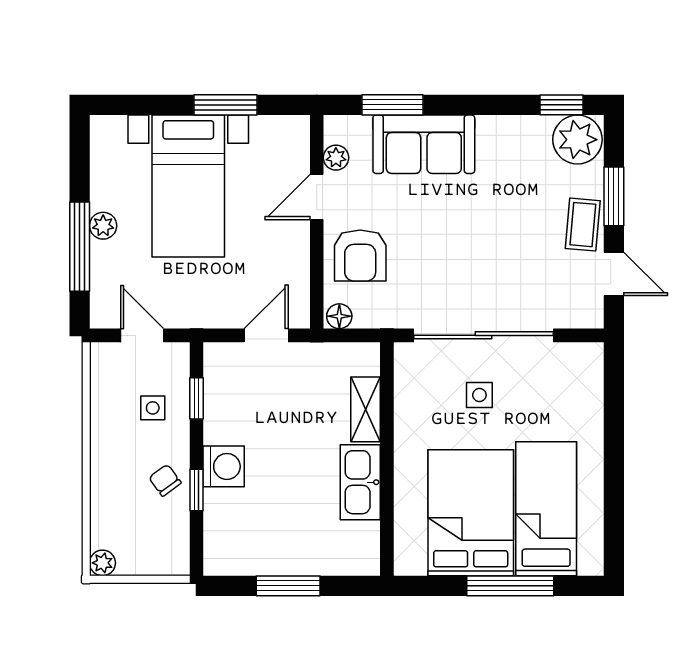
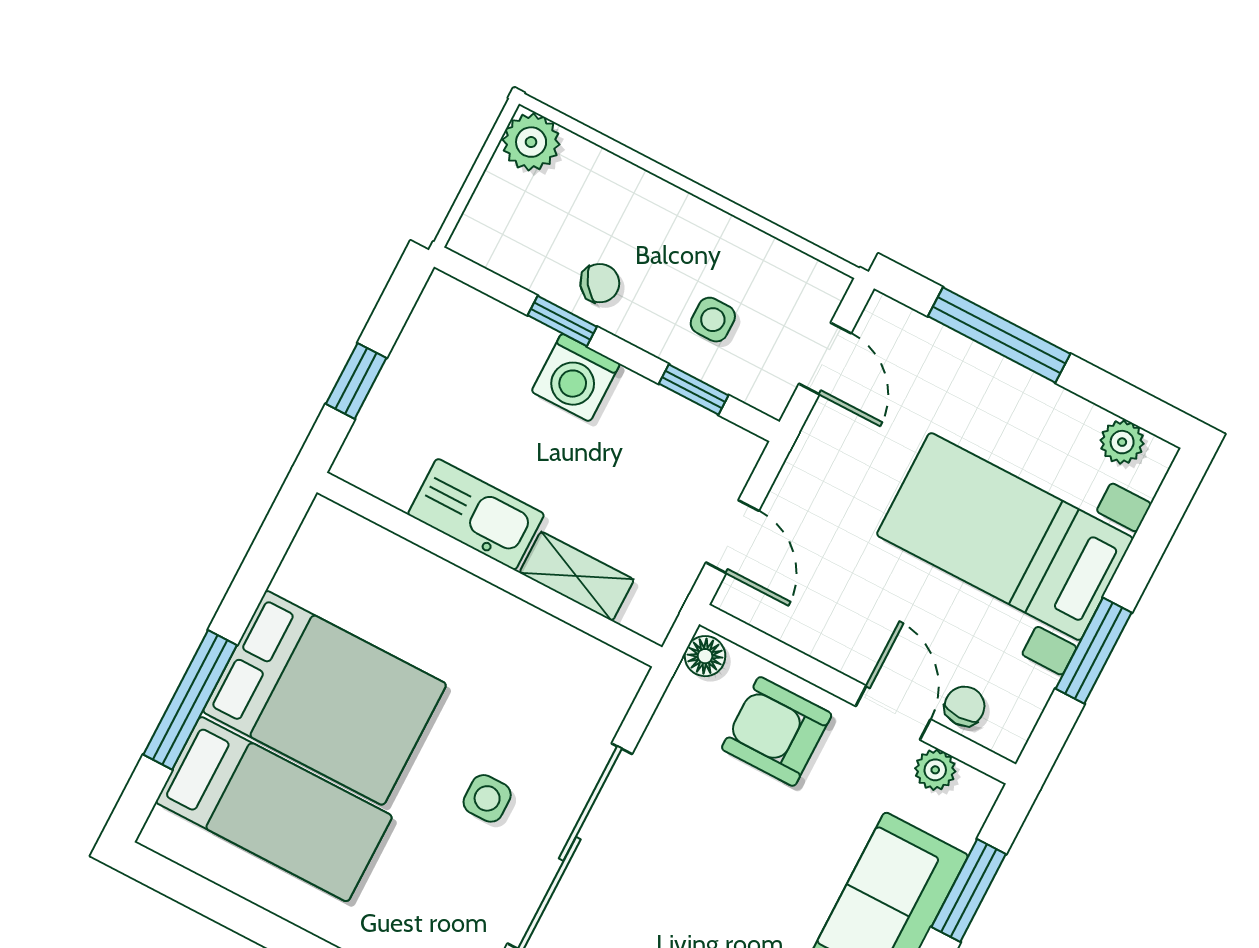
chair: (293, 160) -> (965, 706), added
plant: (103, 226) -> (1122, 442), moved
door: (142, 335) -> (825, 359), hinge flipped
shelving: (366, 409) -> (577, 576), moved
wall: (387, 459) -> (489, 570), moved
kitchen sink: (360, 482) -> (476, 514), moved
plant: (102, 563) -> (531, 142), width x1.38, depth x1.38
window: (288, 586) -> (356, 381), width x0.67

